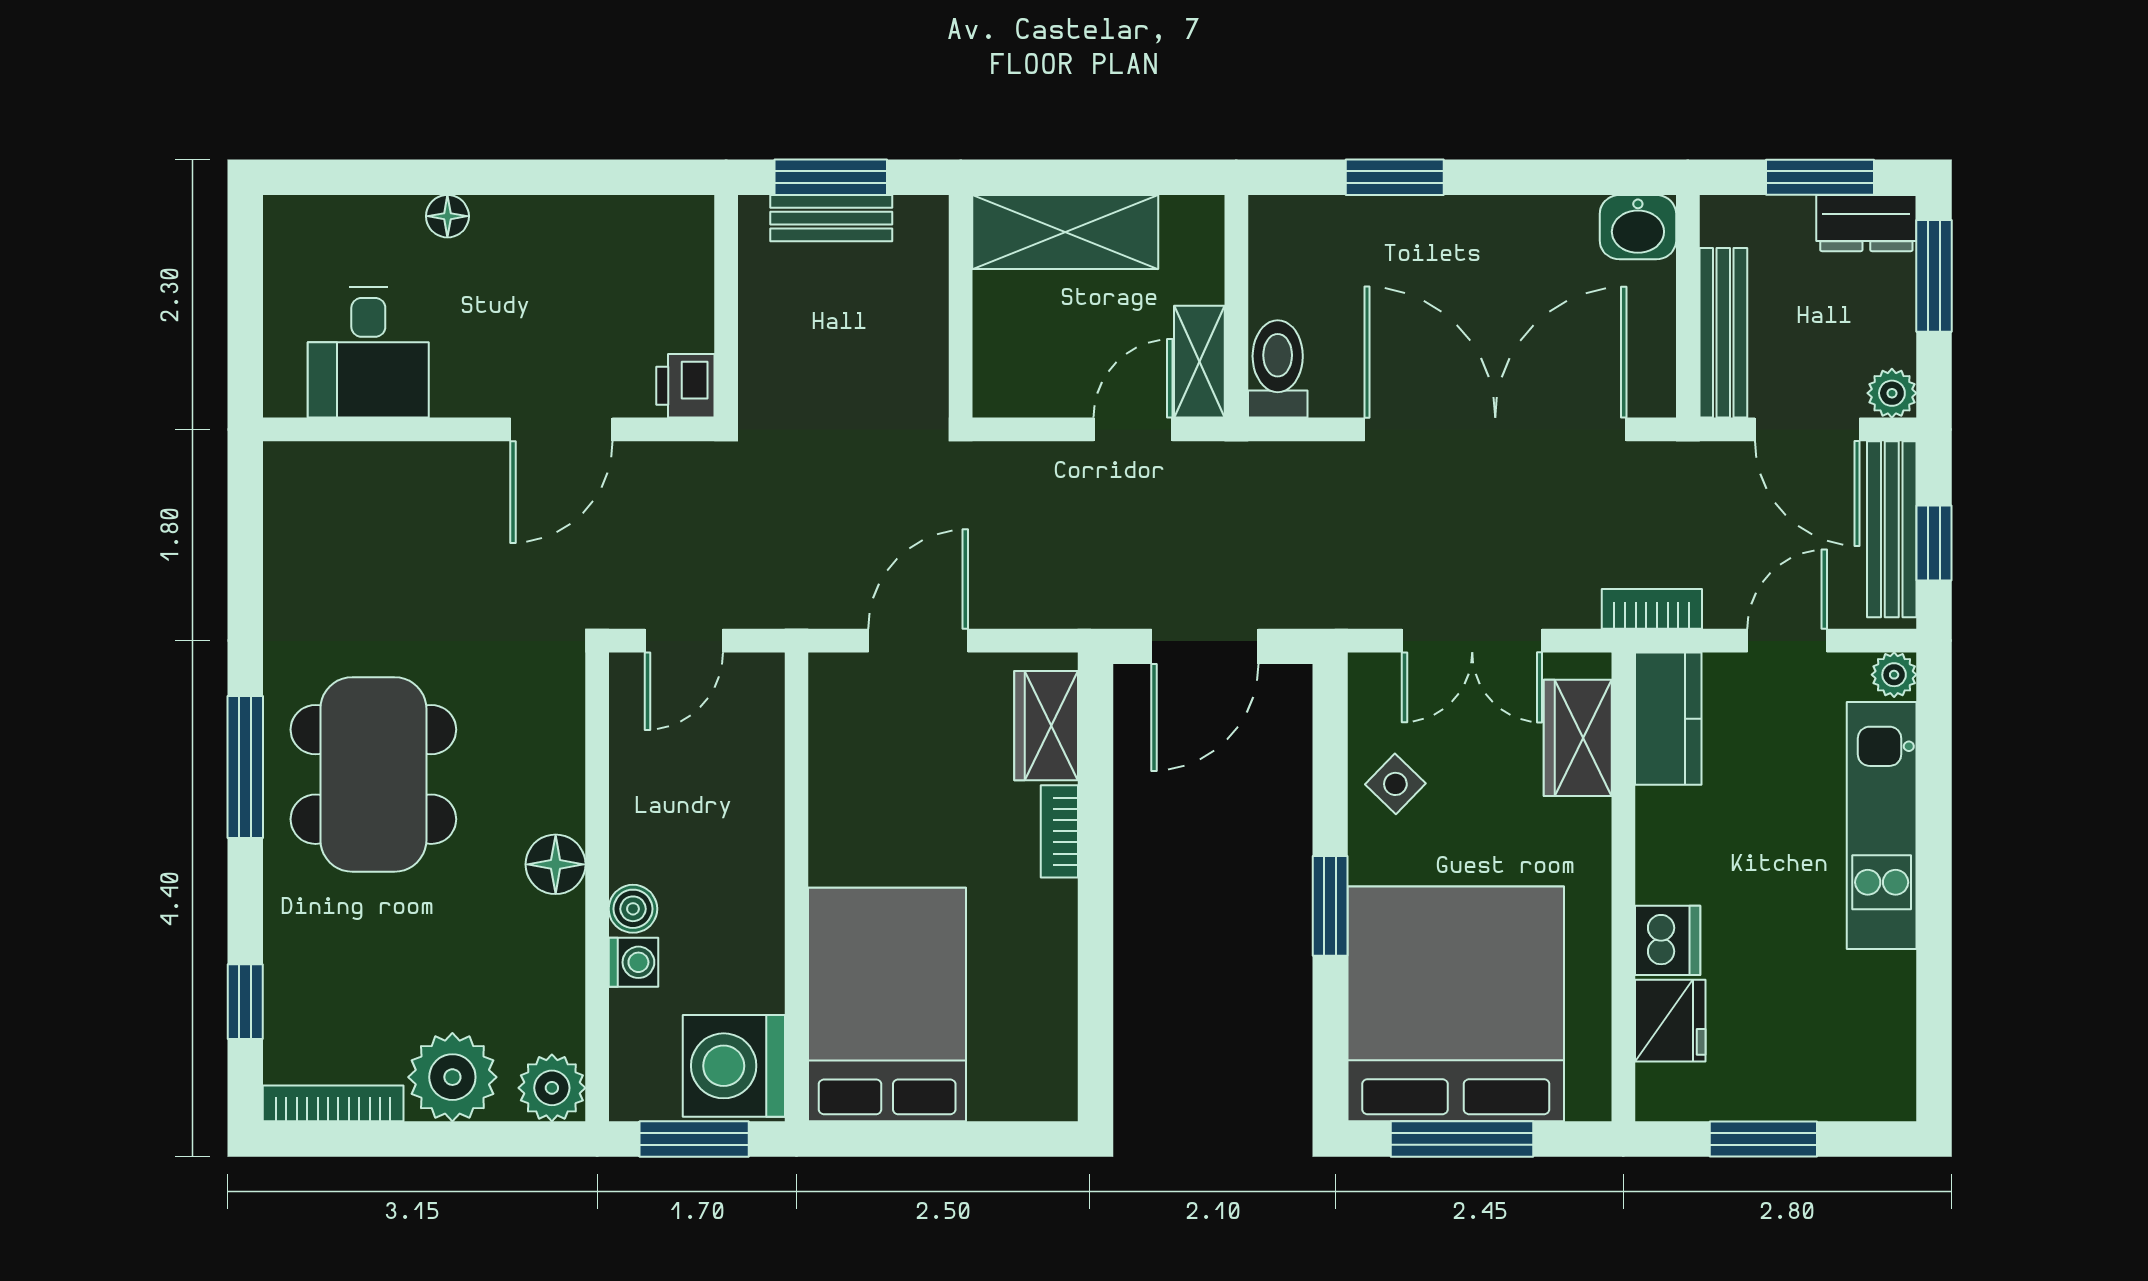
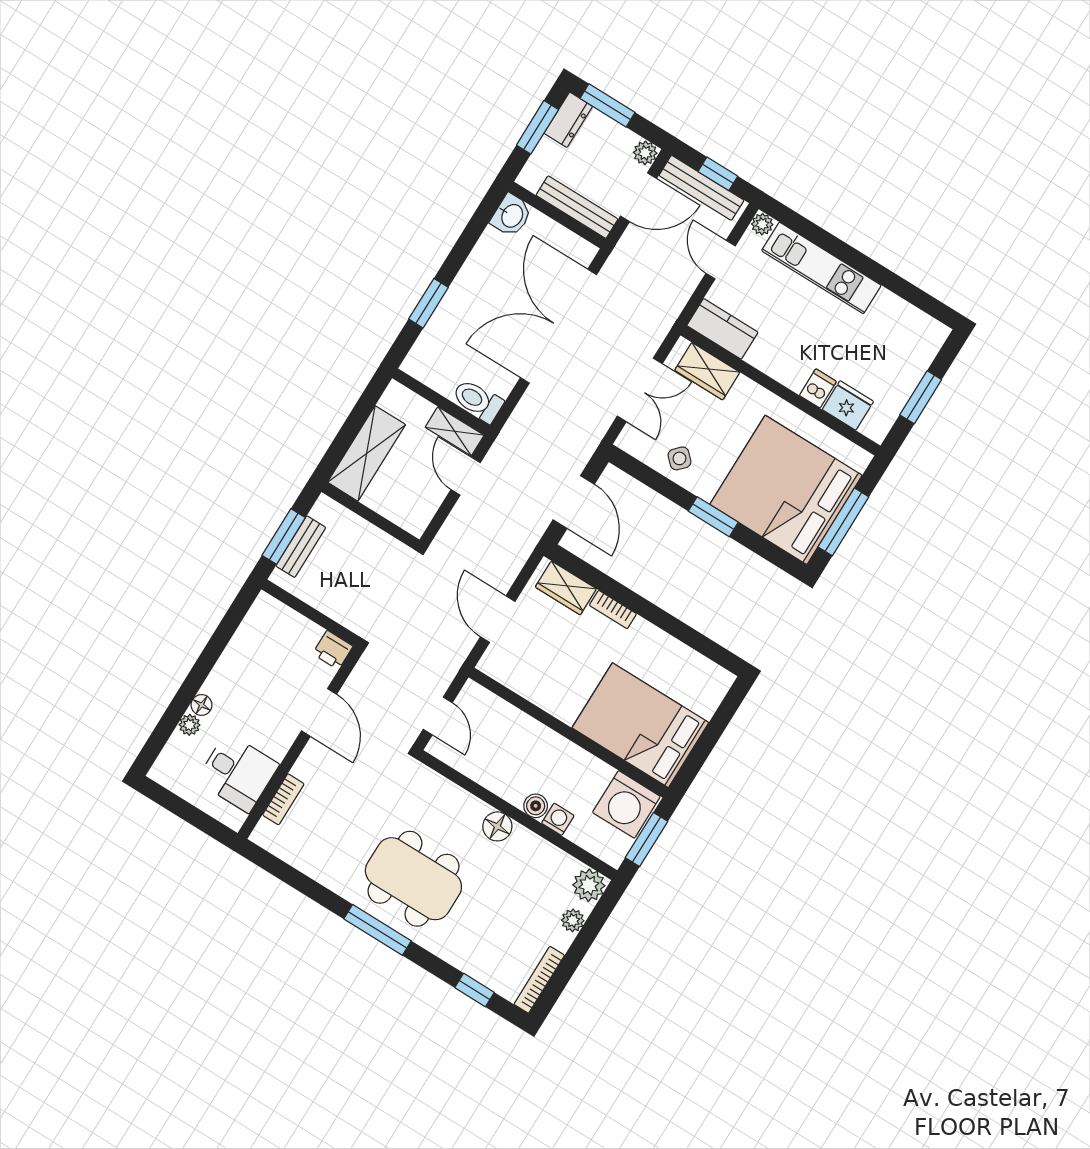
plant: (400, 217) -> (189, 725), added
bookcase: (1652, 609) -> (283, 799), moved, turned 180
dishwasher: (1668, 940) -> (818, 388), width x0.73
plant: (452, 1077) -> (573, 920), width x0.53, depth x0.53

